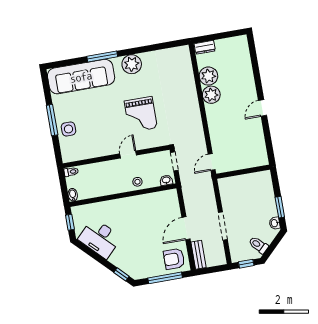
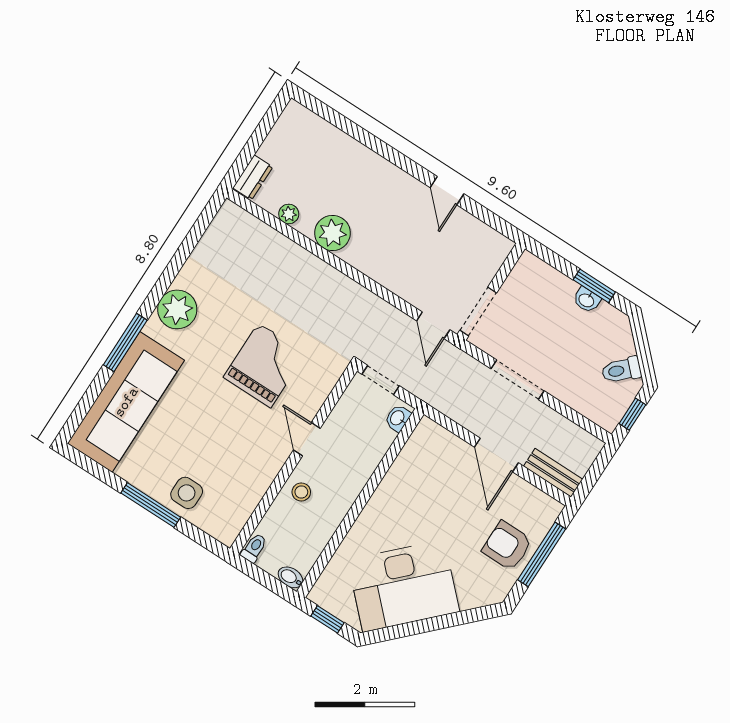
plant: (208, 76) -> (289, 214), width x0.53, depth x0.53
door: (262, 108) -> (447, 191), moved
grand piano: (141, 114) -> (265, 365), turned -90
doorway: (232, 174) -> (478, 312), added
stool: (137, 182) -> (301, 492), moved
washbasin: (275, 223) -> (587, 300), moved
doorway: (223, 226) -> (517, 380), moved
desk: (100, 238) -> (404, 586), width x1.36, depth x1.30
armchair: (174, 259) -> (507, 546), moved, turned 90
window: (121, 274) -> (476, 615), removed

